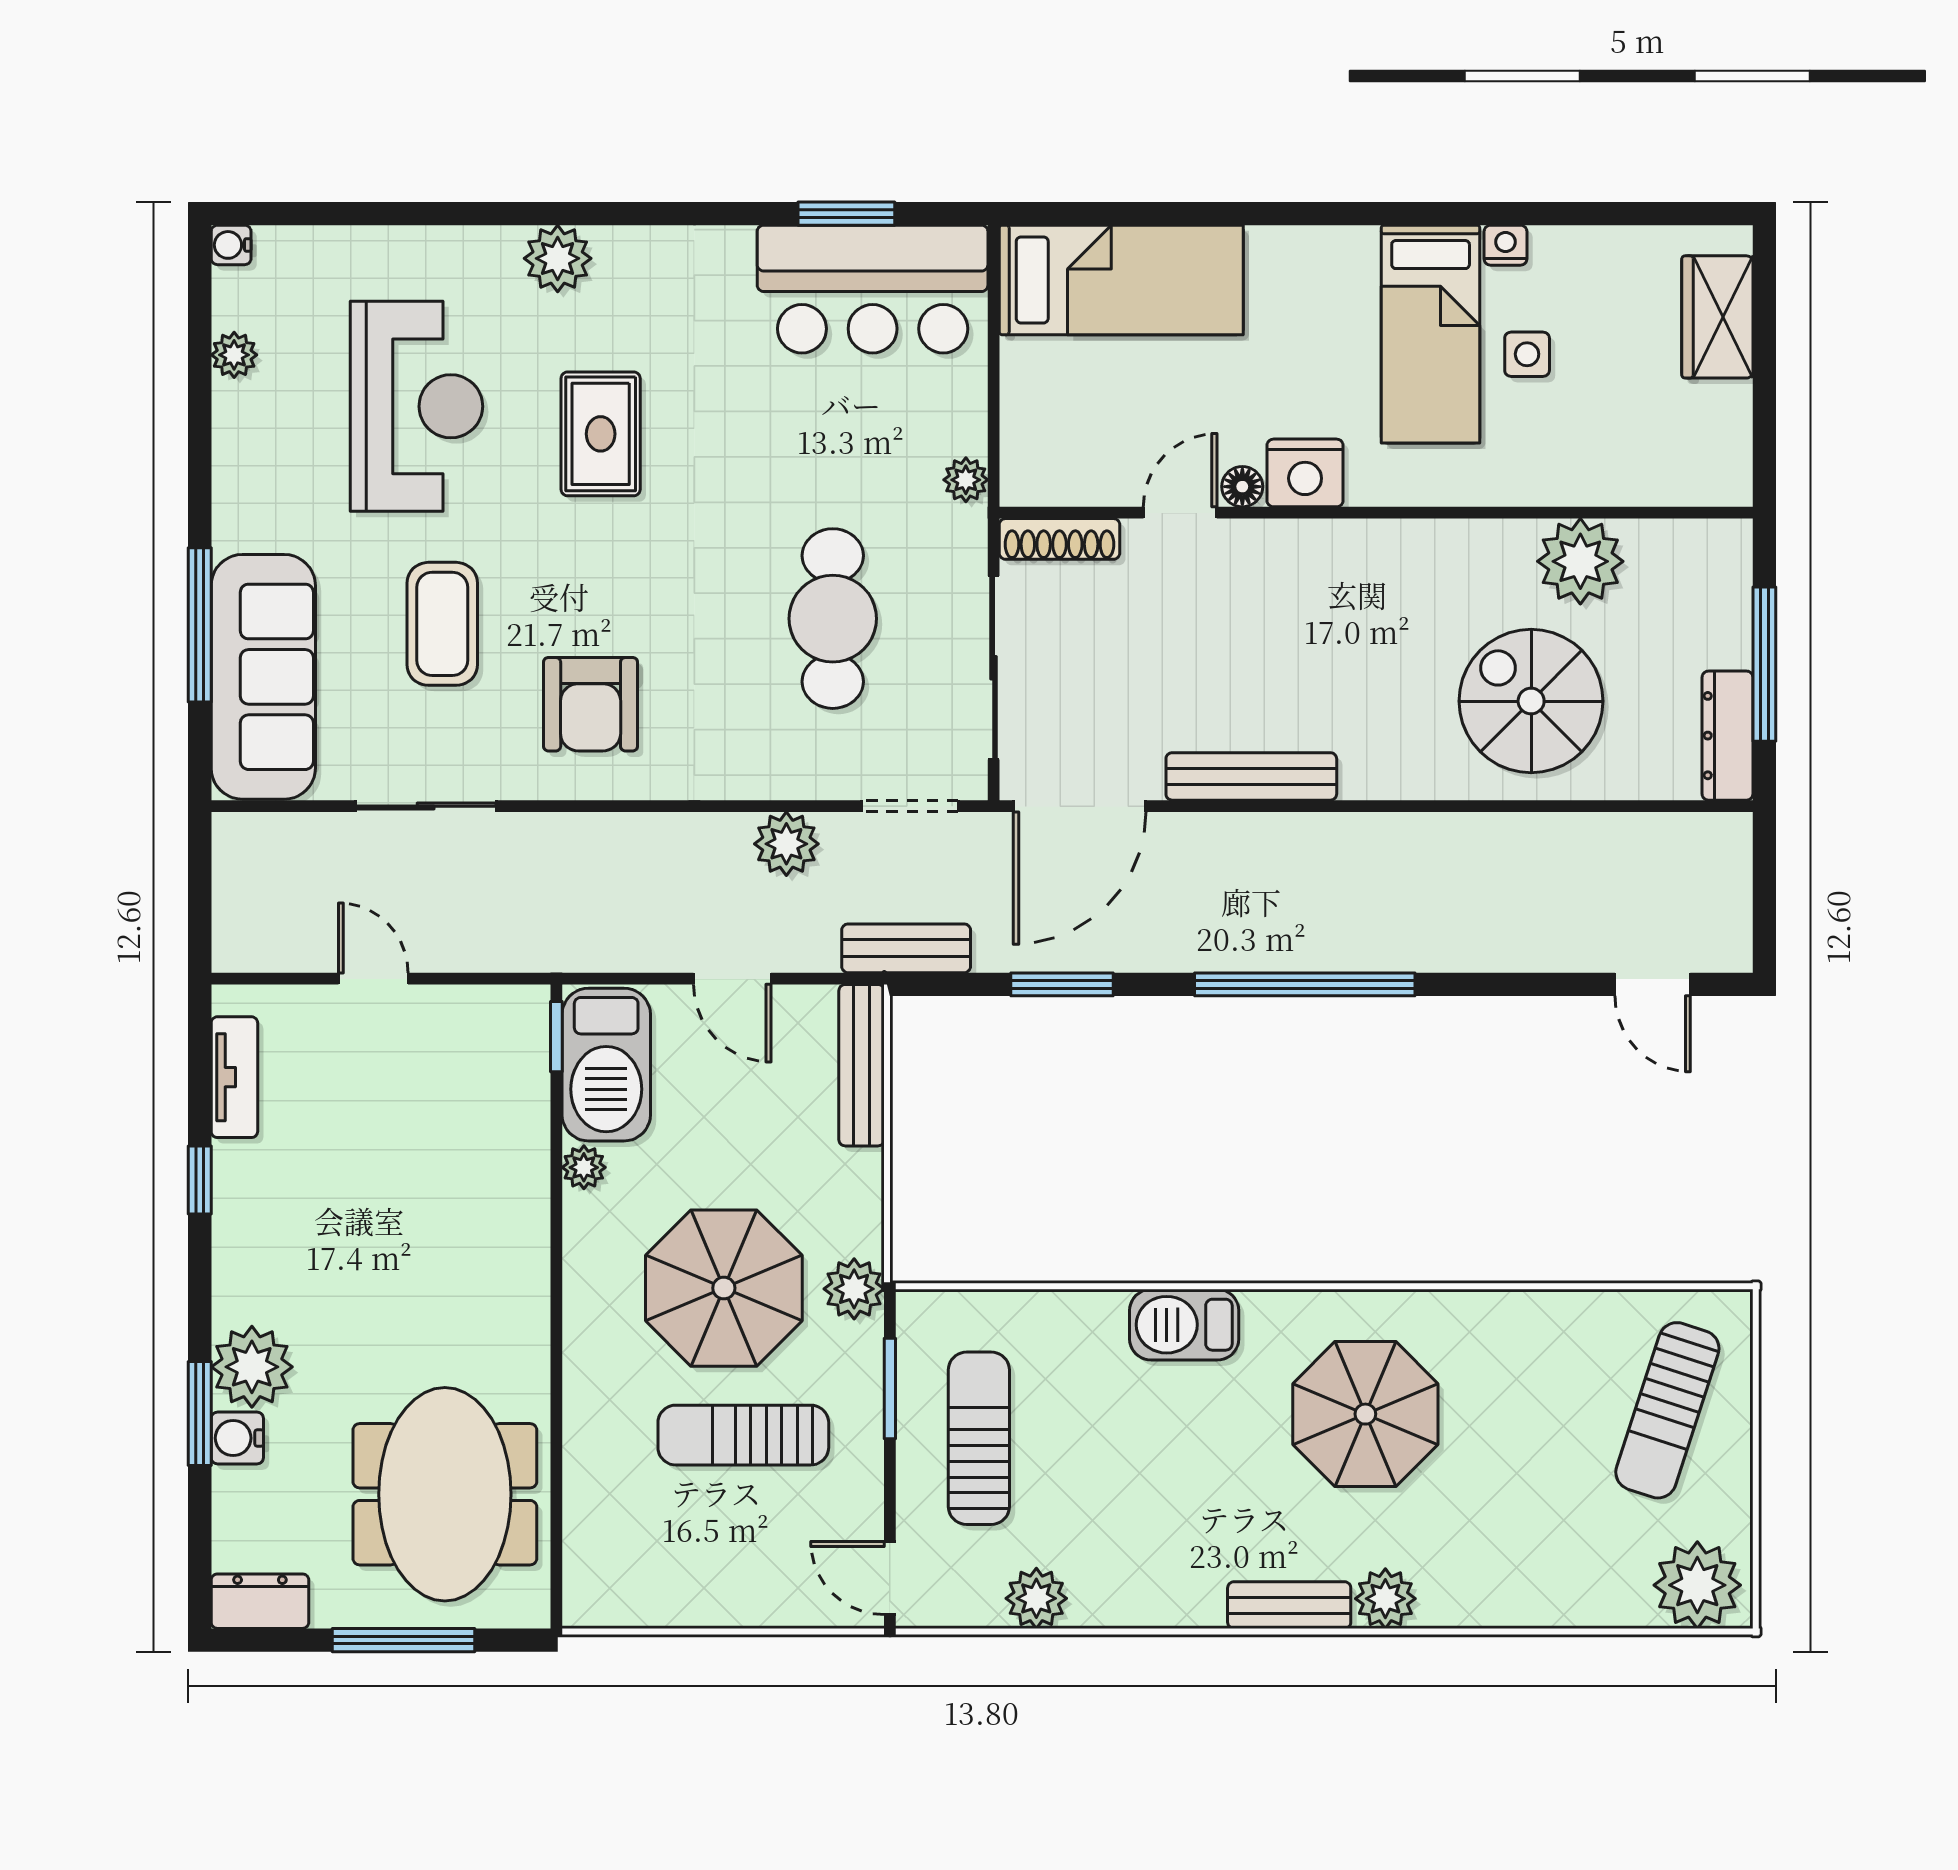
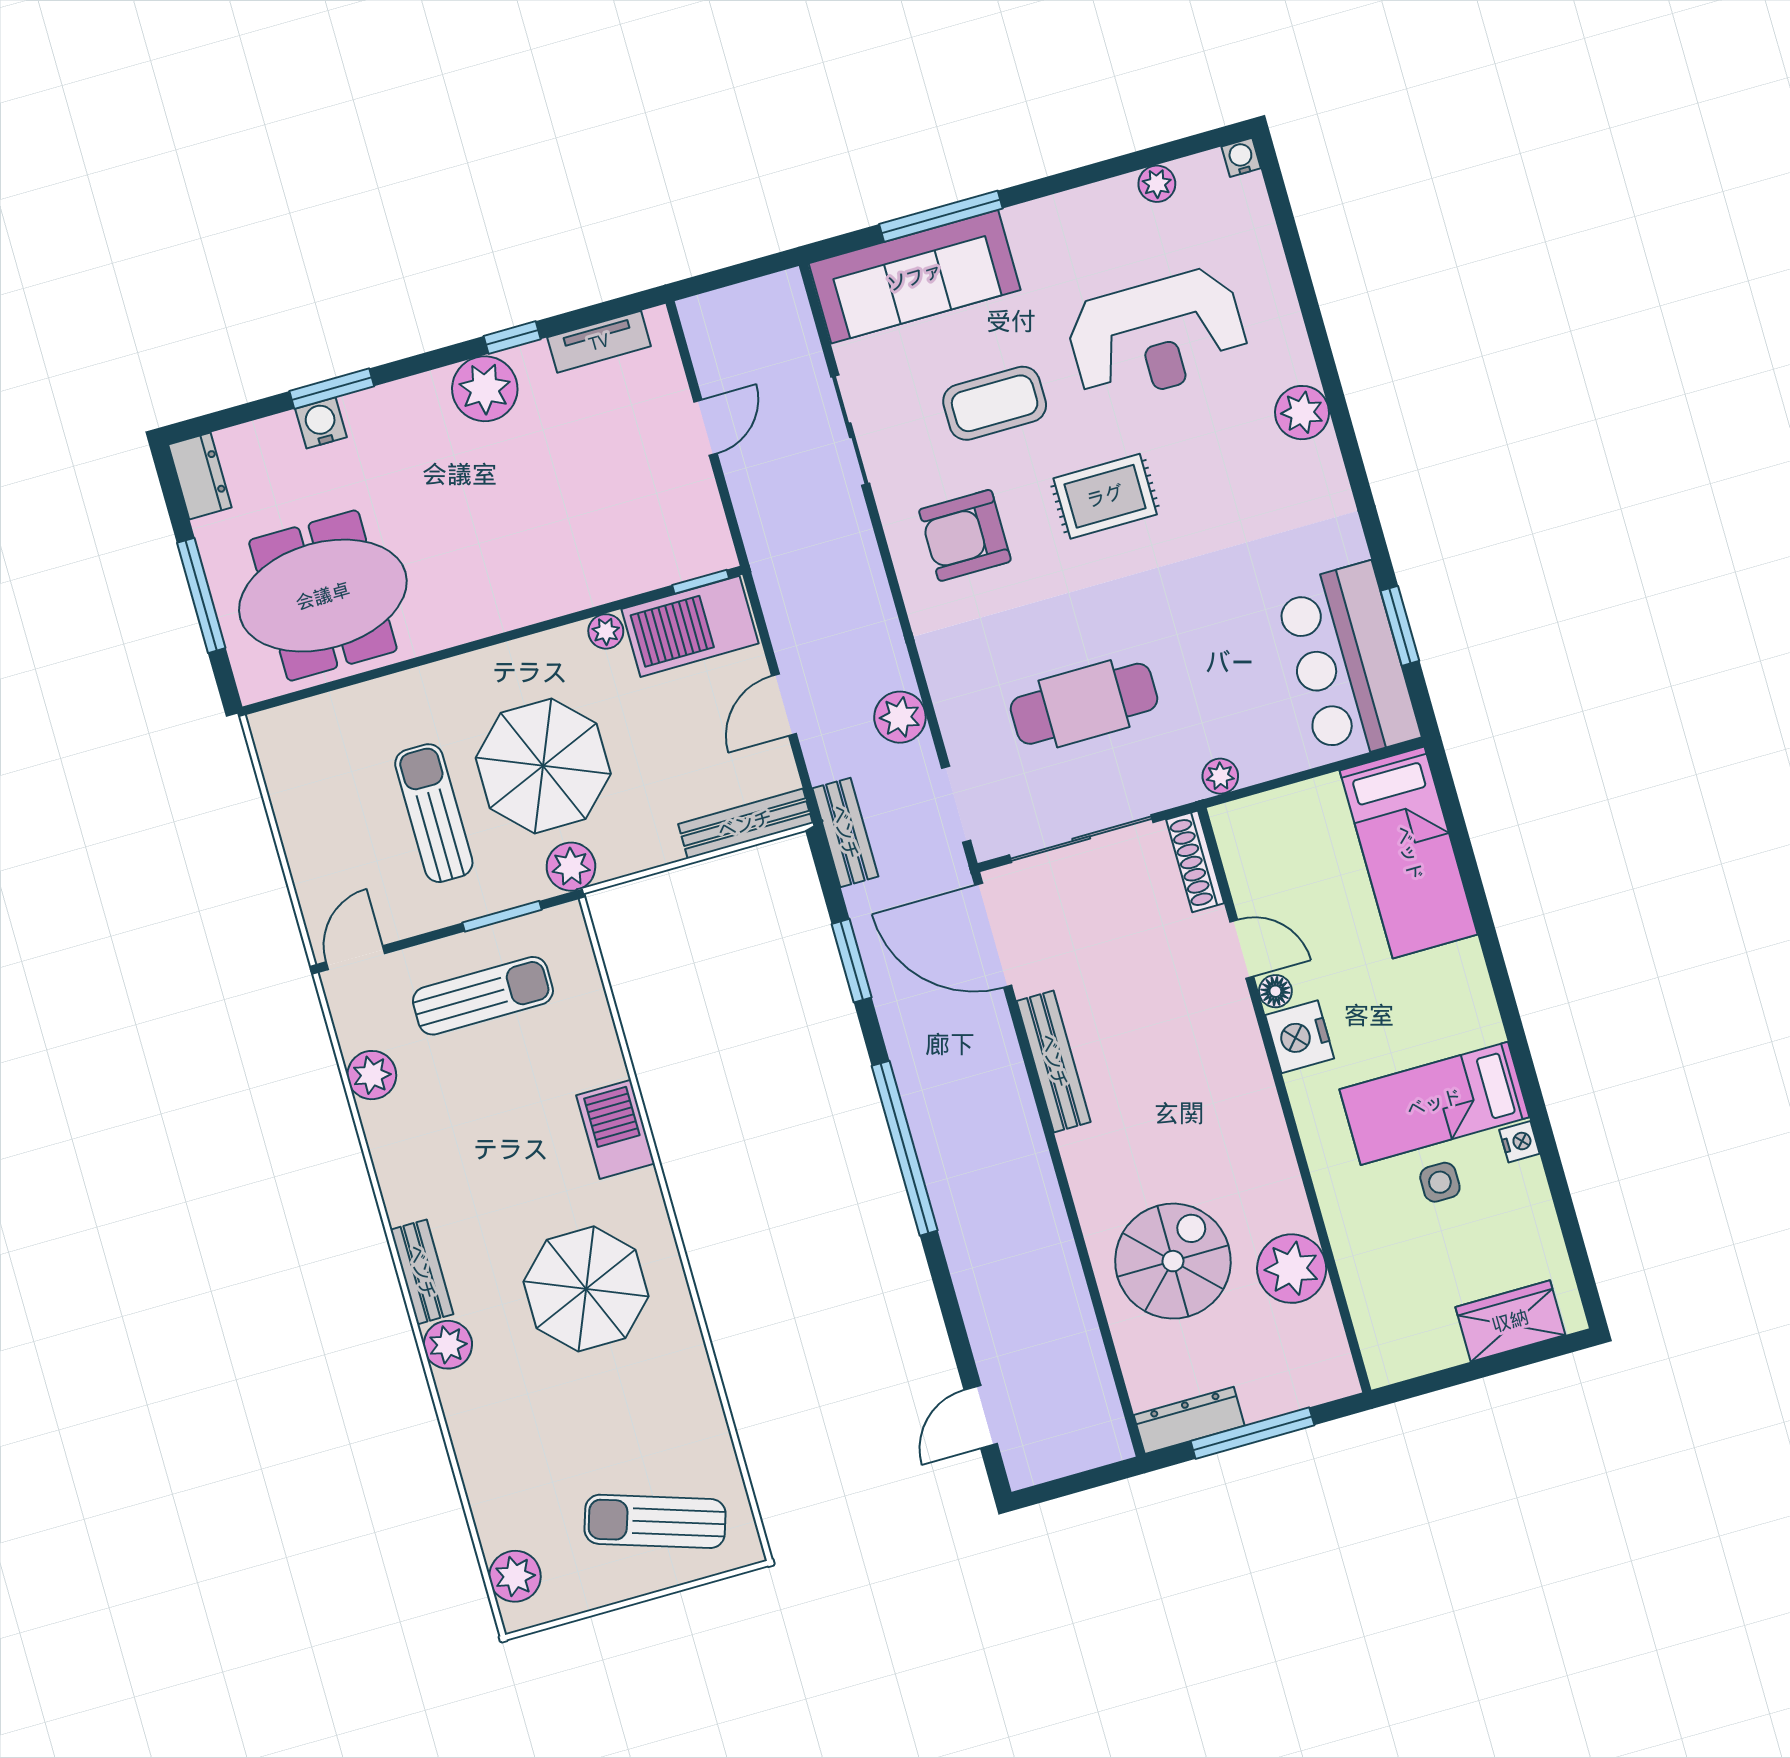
rug: (601, 434) -> (1105, 496), moved
plant: (252, 1367) -> (485, 389), moved
plant: (1697, 1585) -> (515, 1576), width x0.73, depth x0.73

